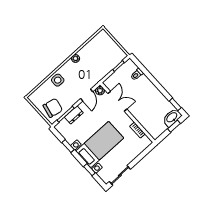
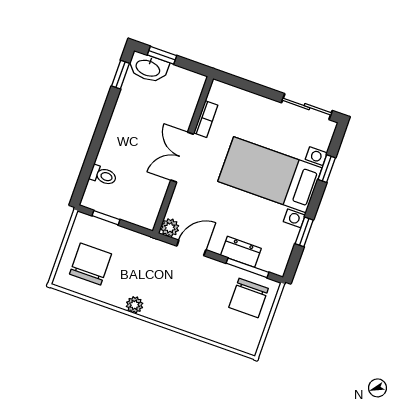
chair: (103, 49) -> (91, 264), added
side table: (58, 80) -> (192, 316), removed
double door: (117, 101) -> (182, 157), moved
chair: (53, 108) -> (249, 298), turned -102

